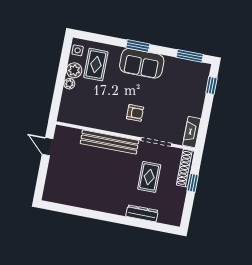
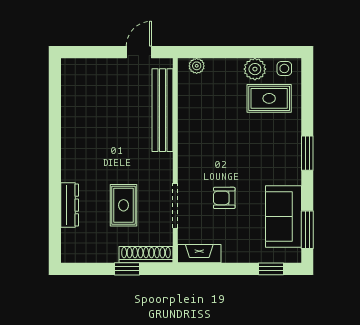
sofa: (142, 63) -> (283, 216), moved
plant: (69, 84) -> (197, 66), moved
armchair: (135, 113) -> (224, 198), moved, turned 90
bench: (109, 142) -> (162, 110), moved
rug: (149, 177) -> (124, 205), turned 90

